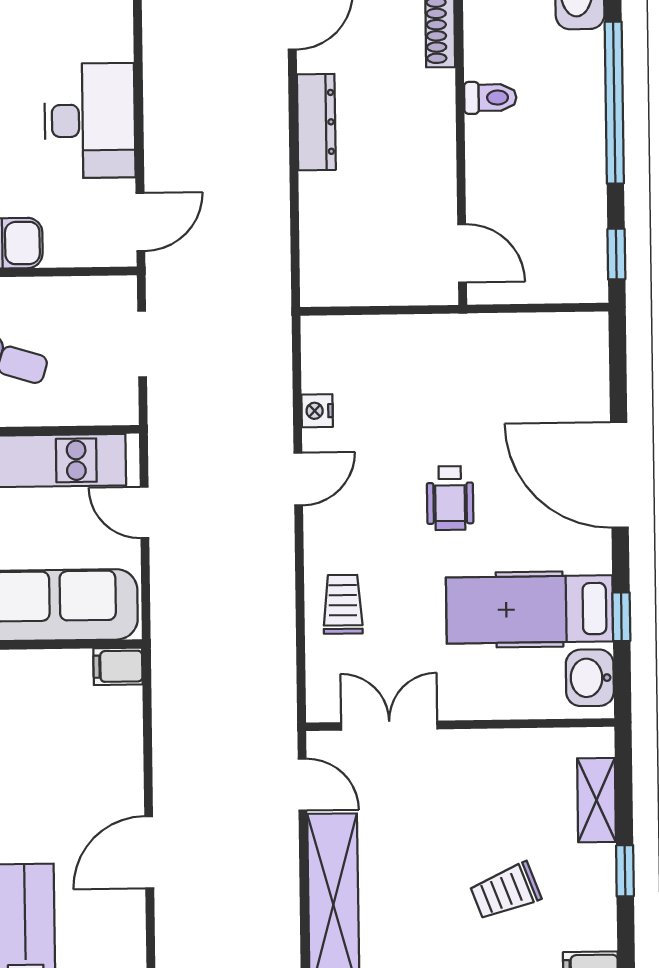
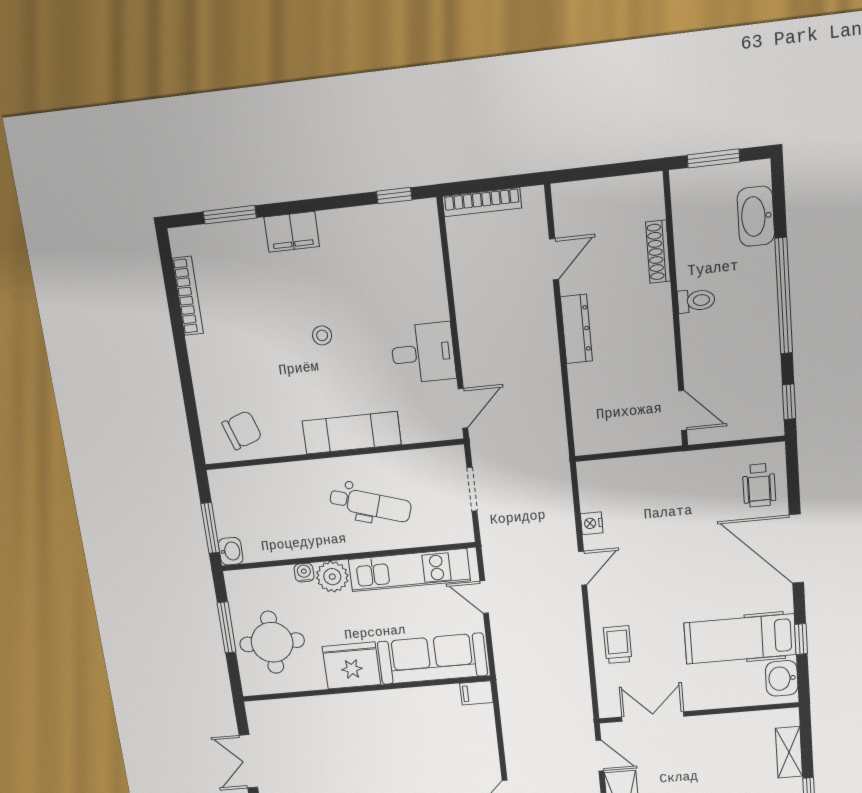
desk: (90, 121) -> (423, 353), width x0.73
wheelchair: (450, 498) -> (759, 485), moved

